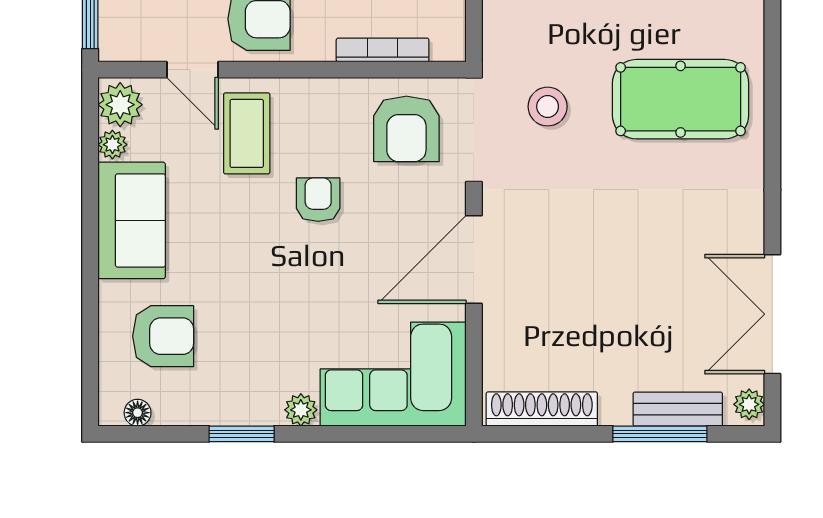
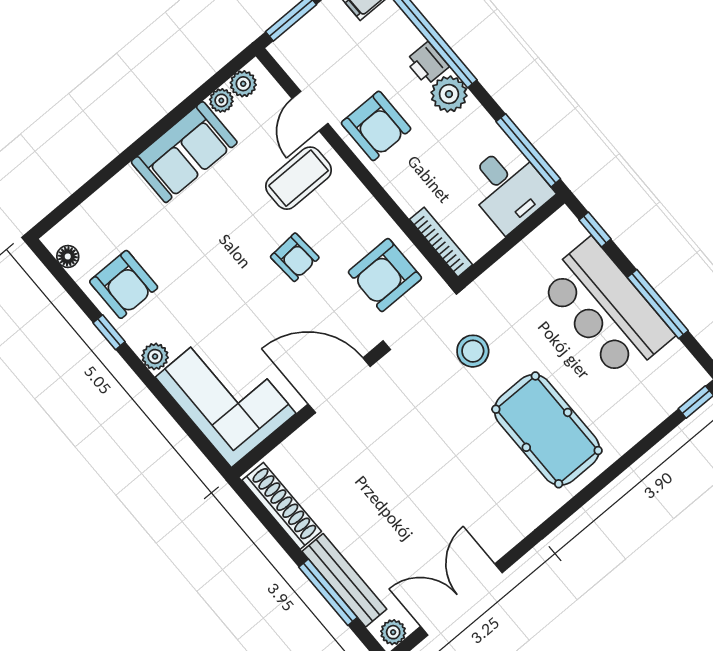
bookcase: (383, 50) -> (441, 242), moved
plant: (120, 105) -> (243, 84), width x0.73, depth x0.73
armchair: (318, 200) -> (295, 257), turned 86
armchair: (163, 336) -> (124, 284), moved
bench: (678, 409) -> (344, 580), width x1.36
window: (242, 434) -> (109, 332), width x0.67

